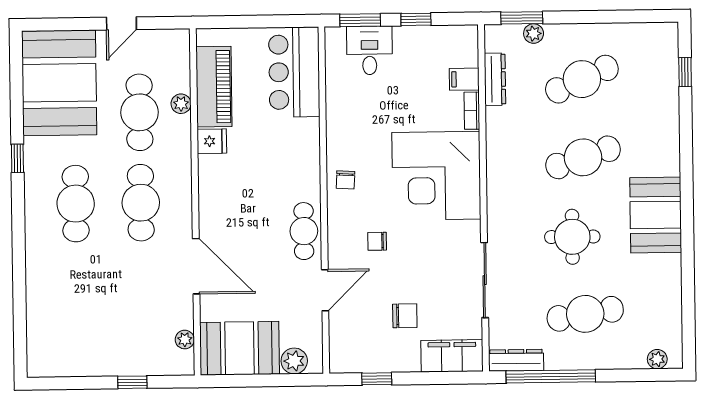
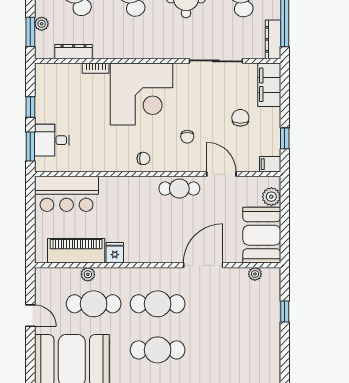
filing cabinet: (464, 79) -> (270, 164), moved, turned 90

